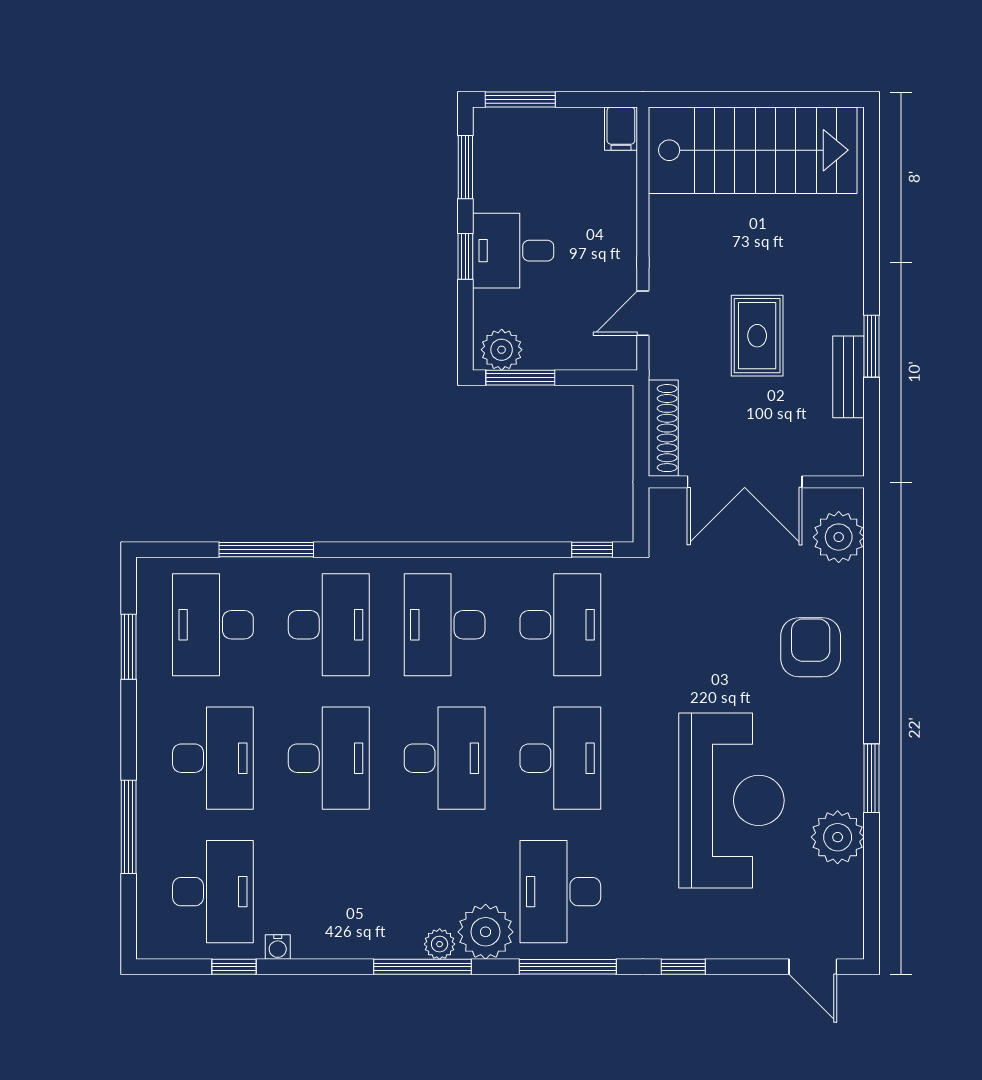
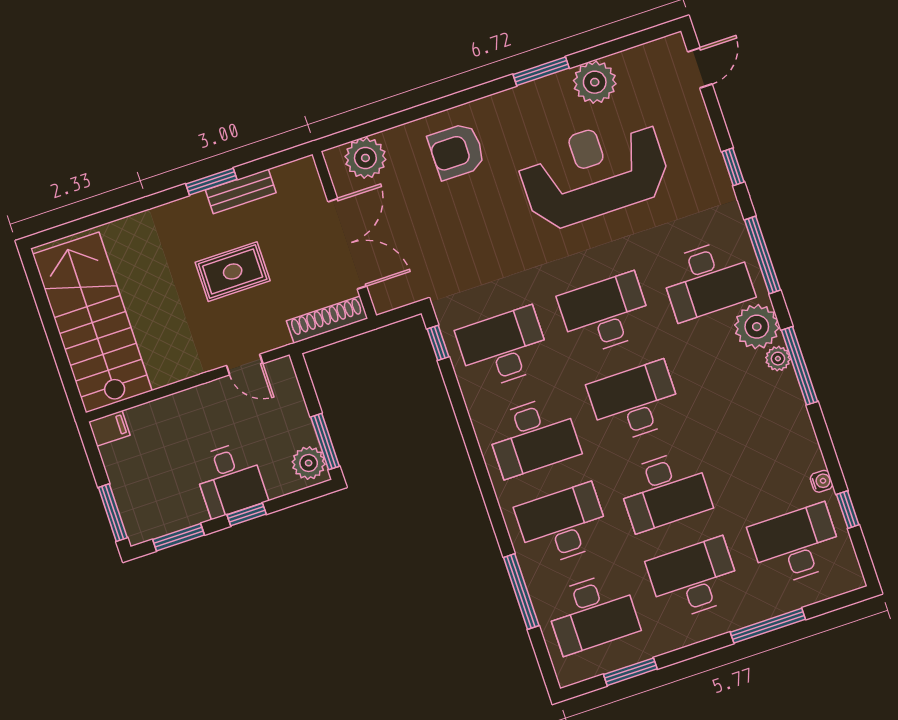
desk: (329, 758) -> (664, 491), turned 180

